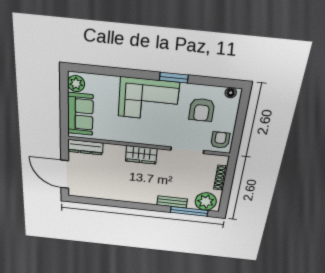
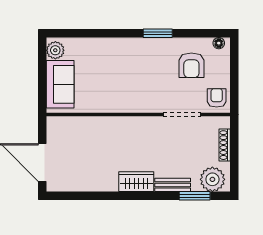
corner sofa: (148, 99) -> (133, 60), removed
dresser: (85, 147) -> (66, 124), removed
wardrobe: (141, 155) -> (136, 182), moved, turned 180
window: (189, 211) -> (195, 196), width x0.69

